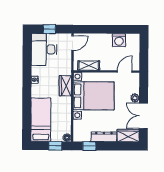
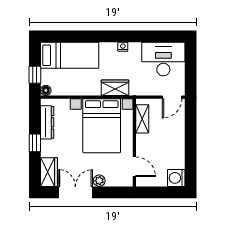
window: (49, 29) -> (191, 66), removed
washing machine: (119, 40) -> (176, 178), moved
door: (73, 43) -> (172, 97), hinge flipped
dresser: (104, 137) -> (47, 122), moved
window: (89, 146) -> (35, 143), moved

